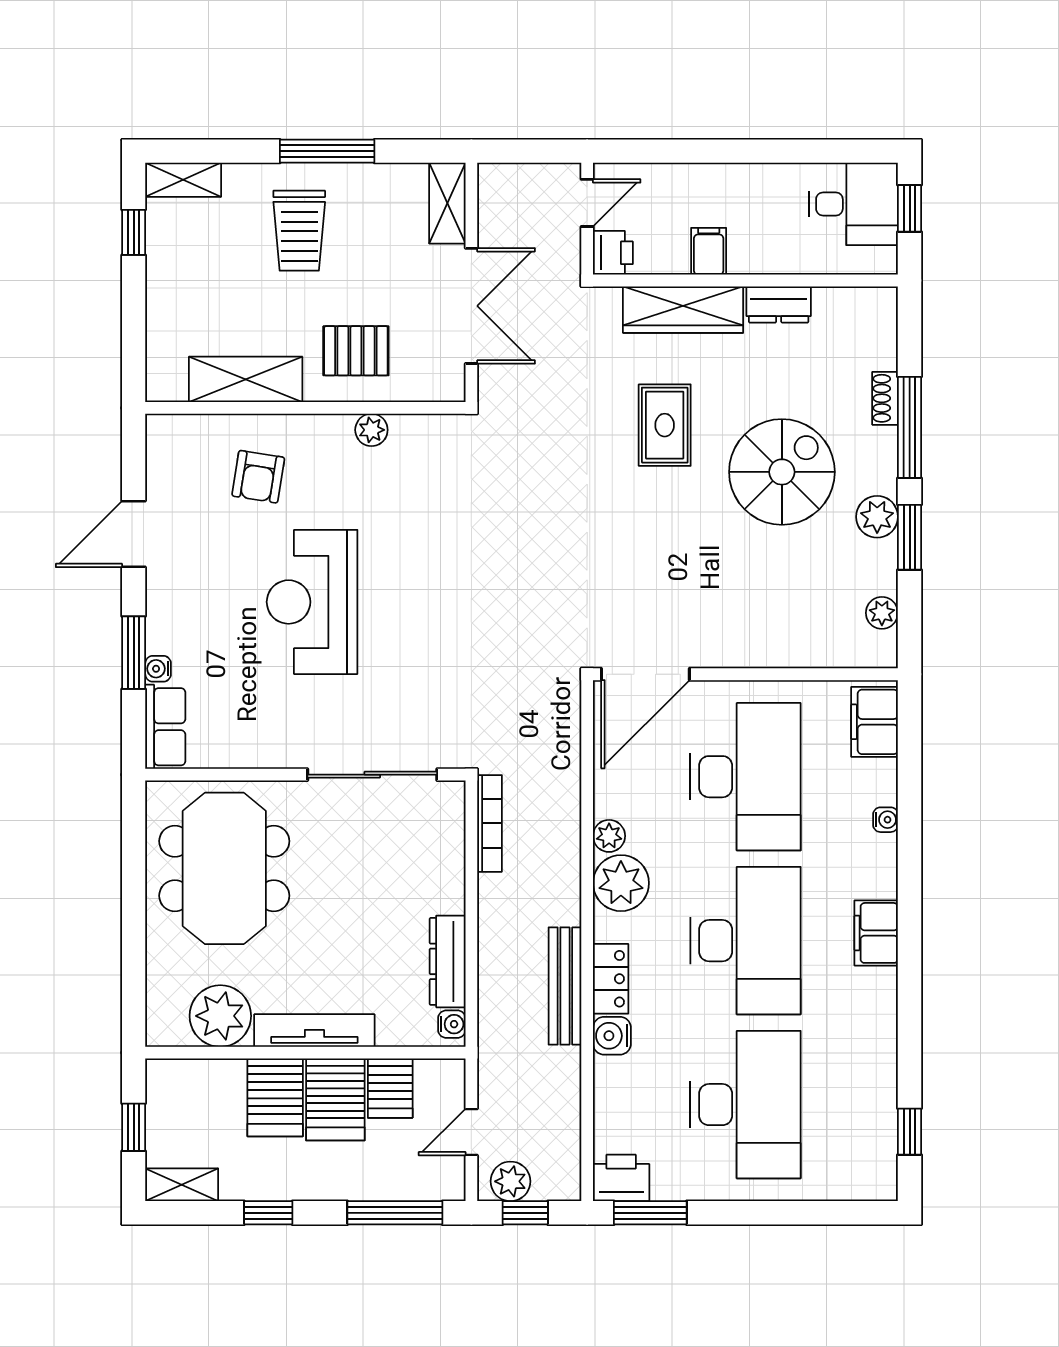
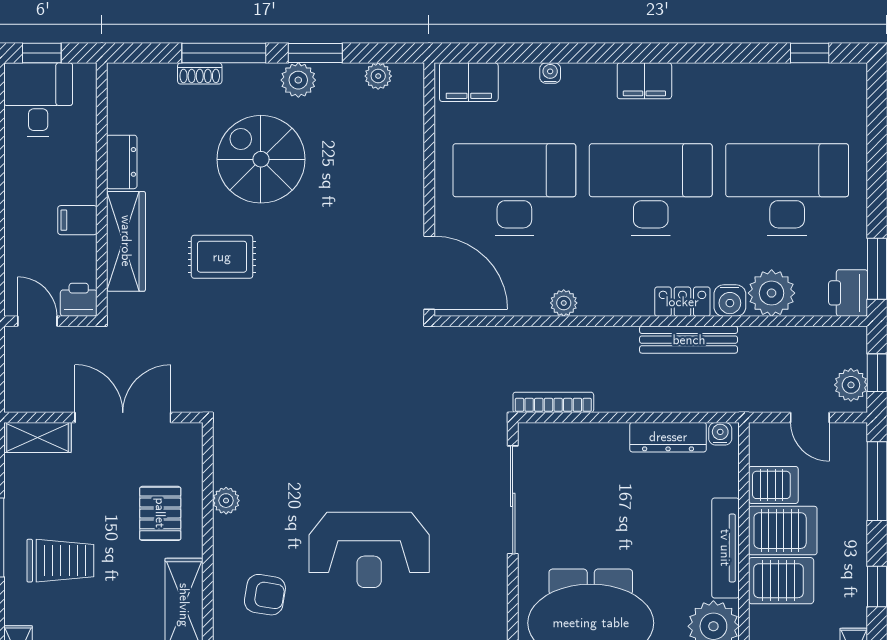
plant: (621, 883) -> (772, 293), moved

